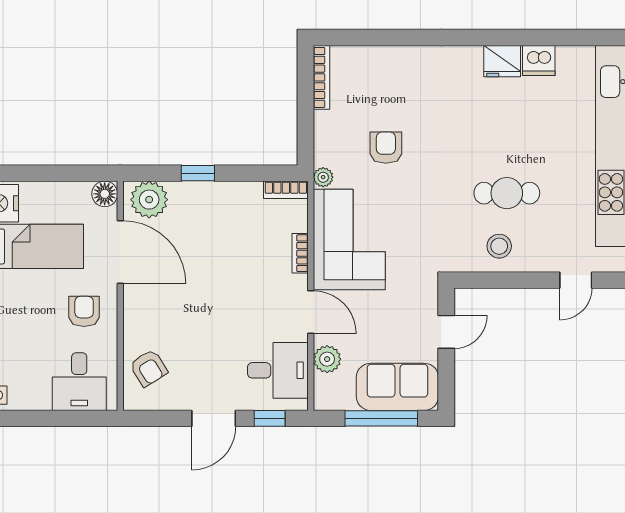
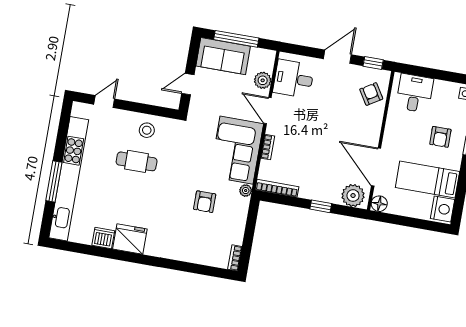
fridge: (502, 61) -> (130, 239), width x1.36, depth x1.34
bookcase: (321, 77) -> (235, 258), width x0.64
bookcase: (286, 190) -> (277, 188), width x1.56
armchair: (84, 311) -> (440, 137), moved
window: (270, 418) -> (373, 63), moved

